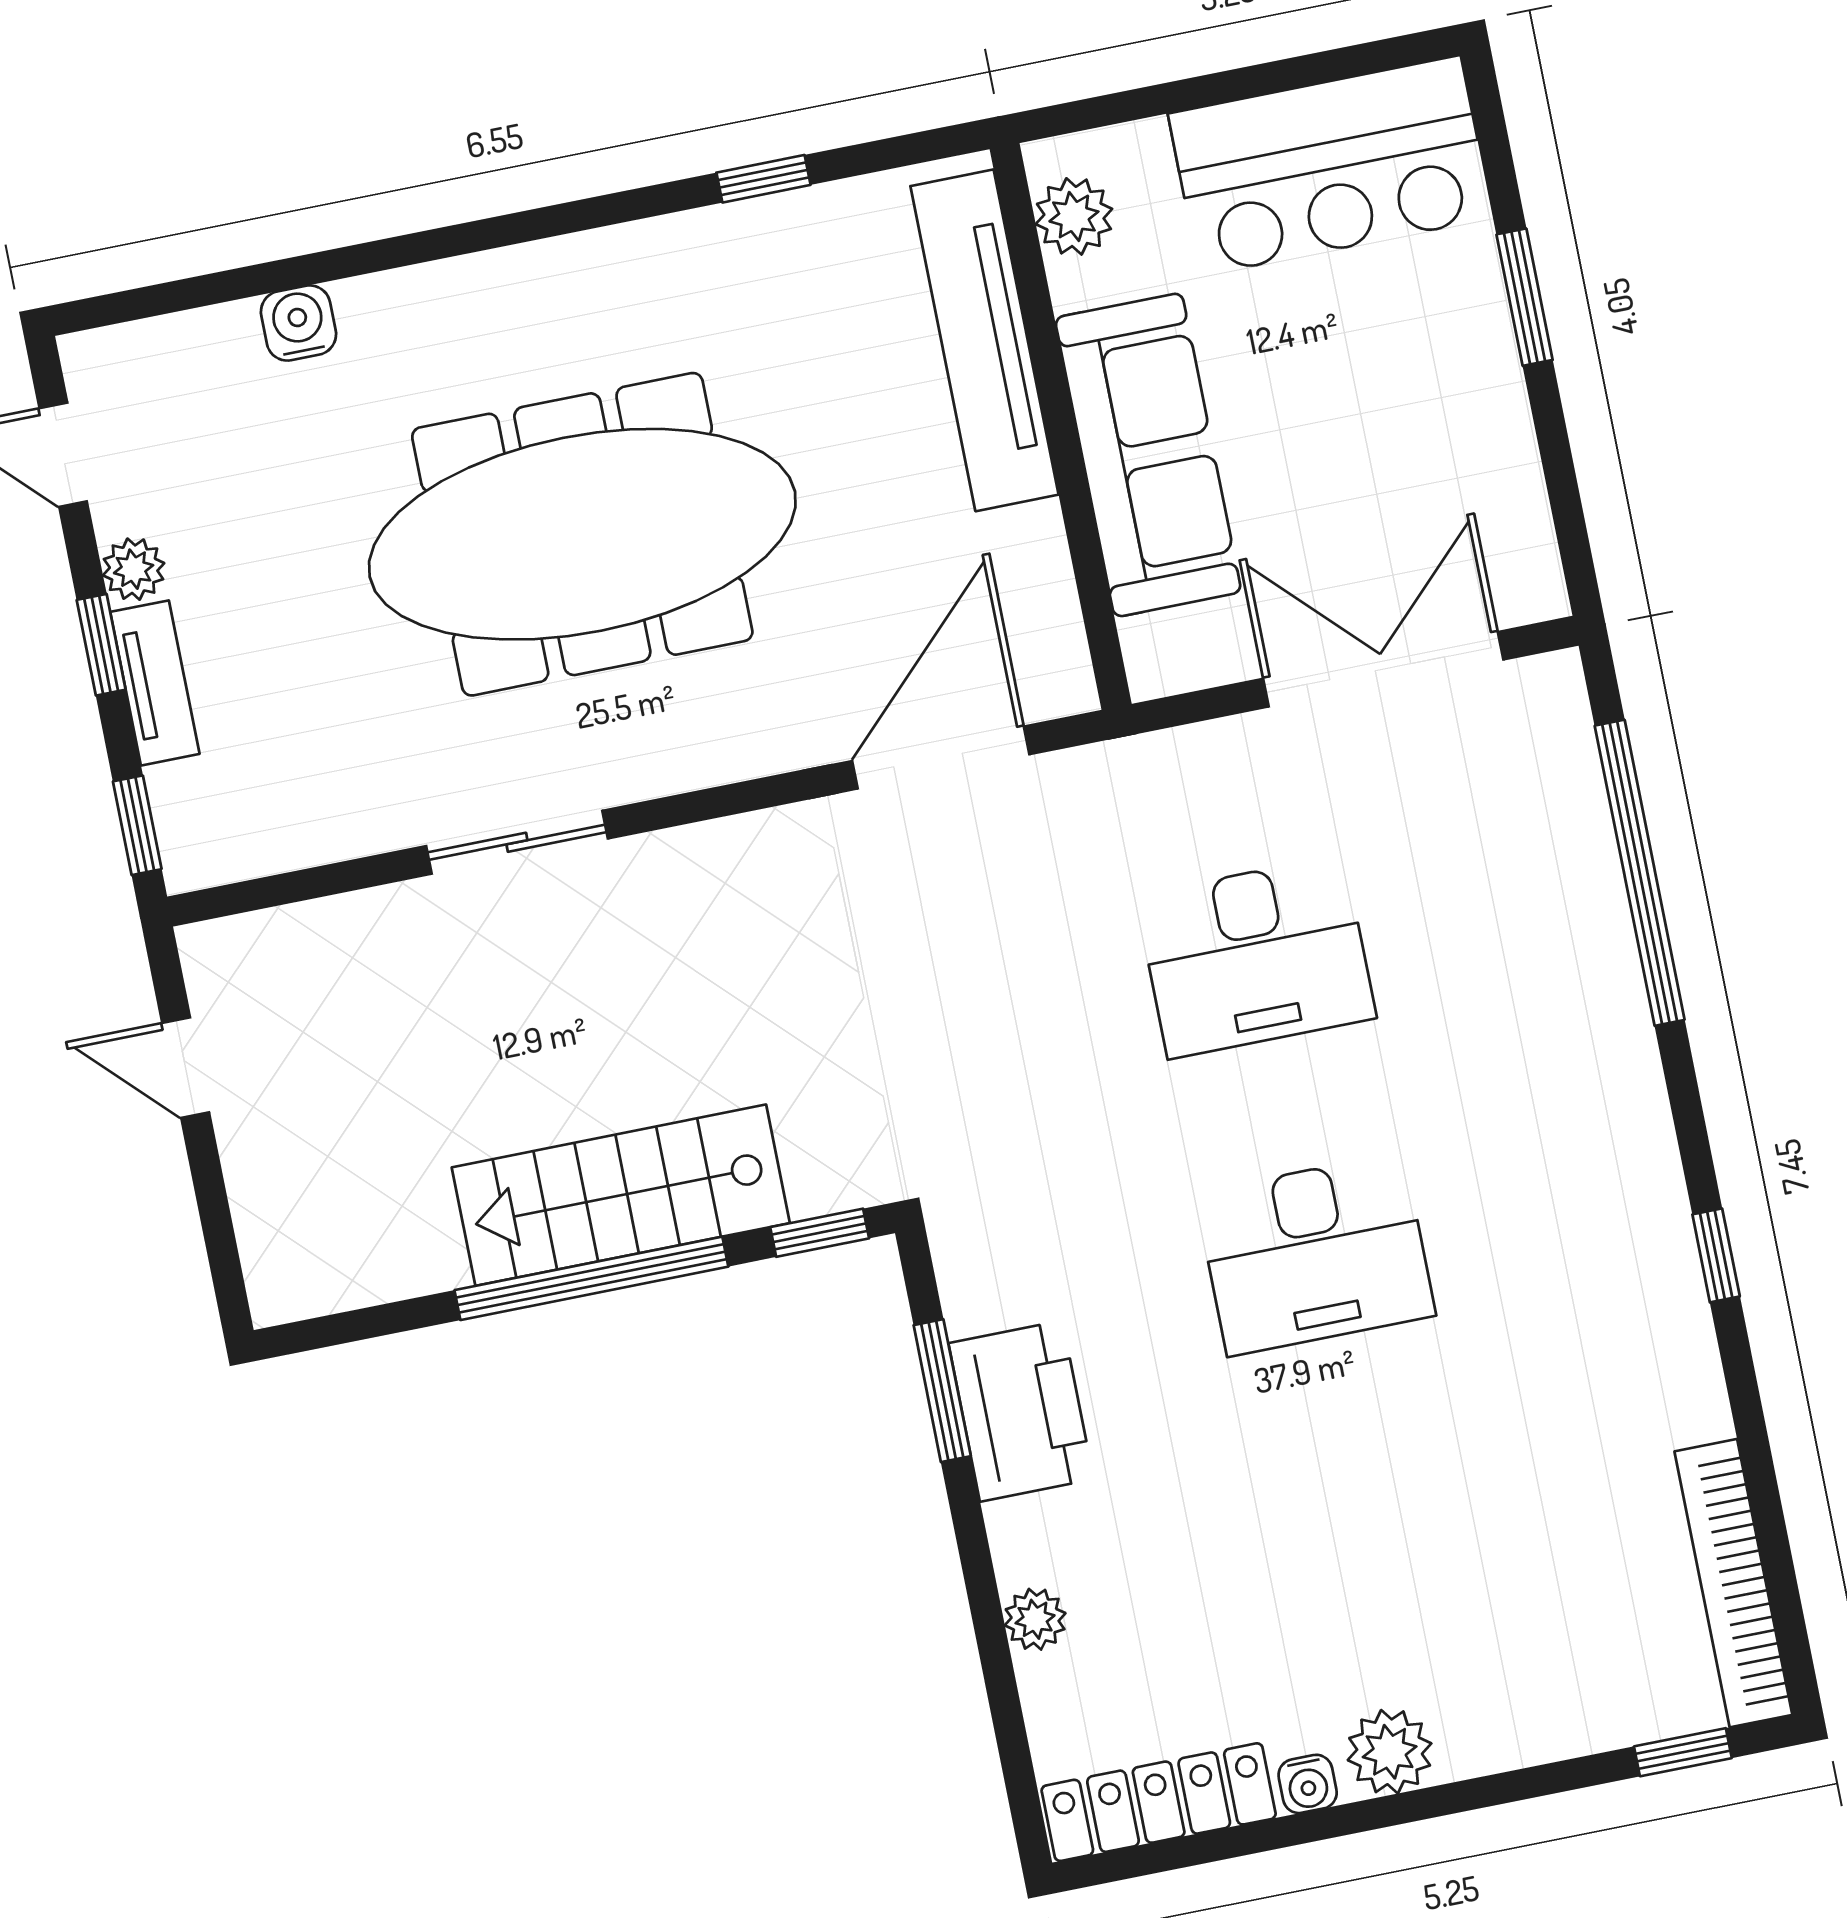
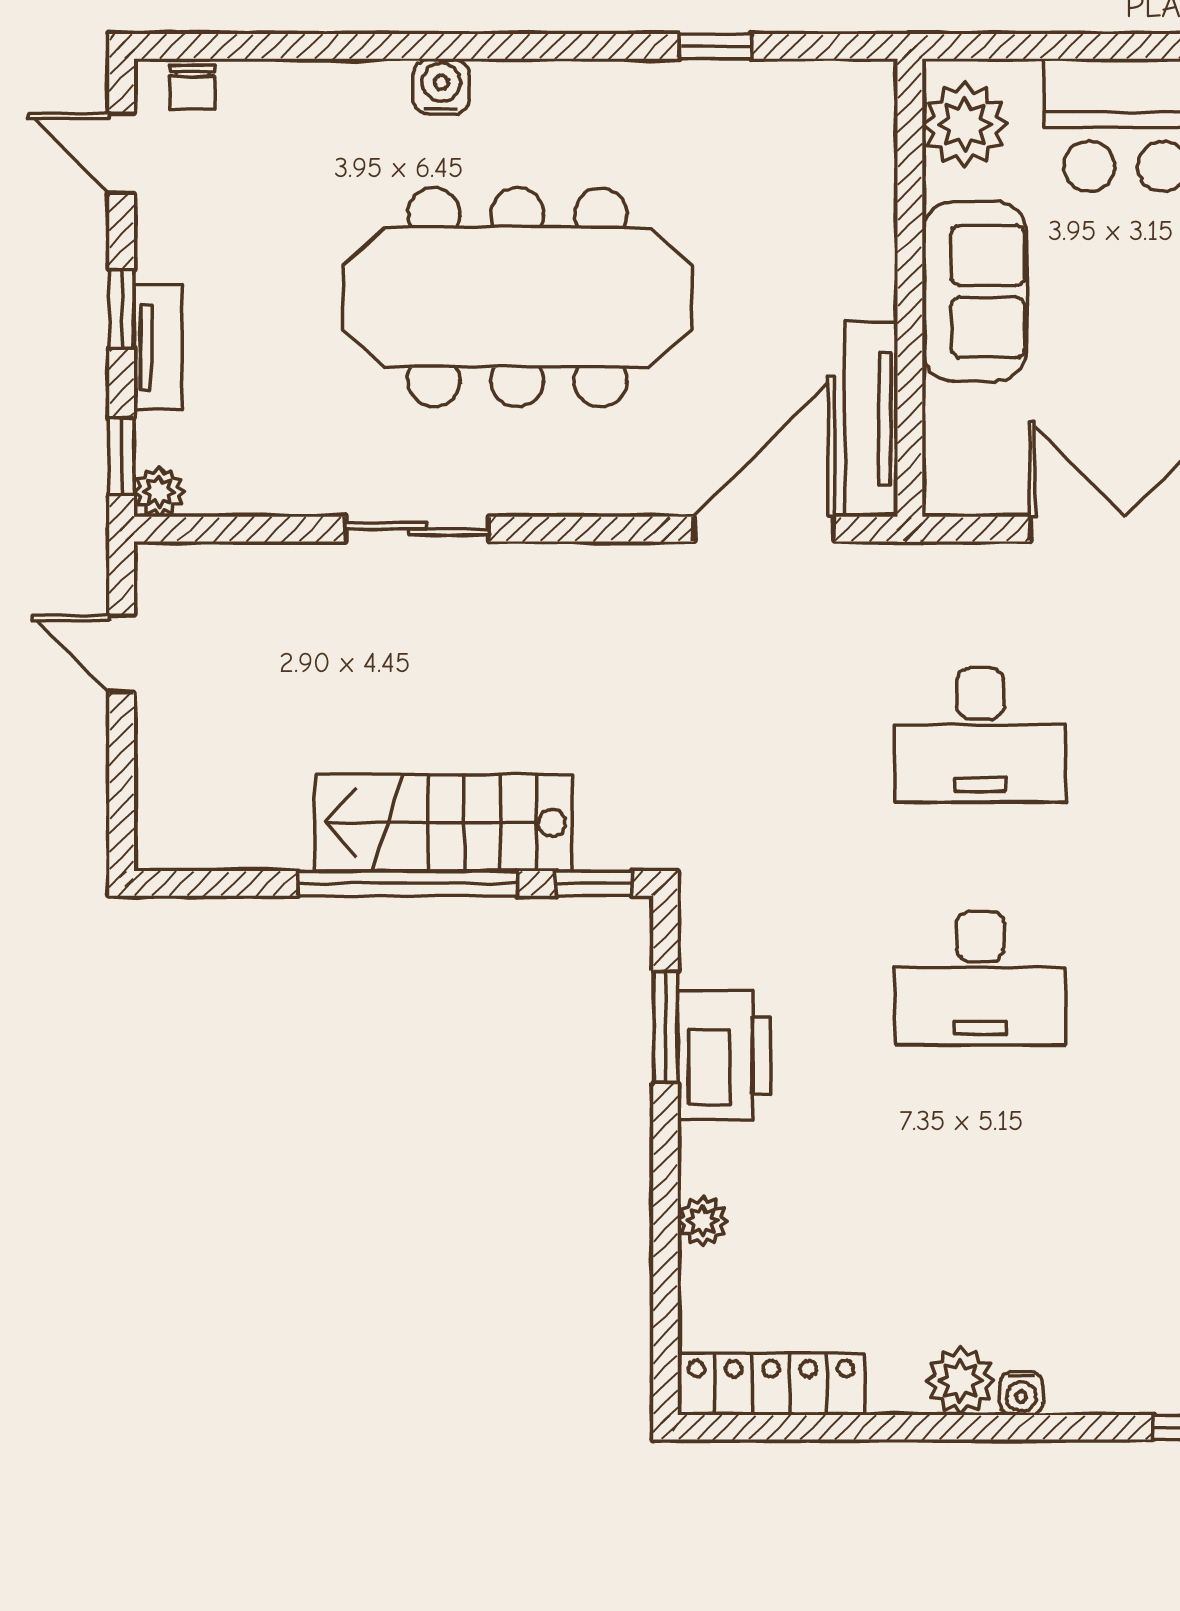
plant: (1074, 216) -> (965, 125), width x1.36, depth x1.36
water cooler: (298, 323) -> (441, 87), moved
tv unit: (985, 340) -> (871, 419), moved, width x0.73, depth x0.78
chair: (134, 357) -> (192, 87), added
sofa: (1148, 455) -> (974, 291), width x0.73
plant: (134, 569) -> (159, 492), moved
water cooler: (1308, 1784) -> (1021, 1393), moved

